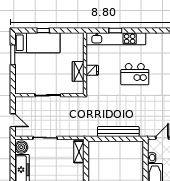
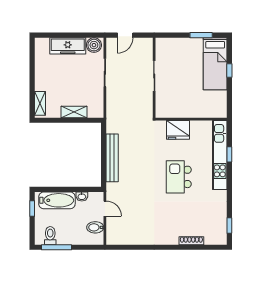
fridge: (92, 70) -> (178, 130), width x1.88, depth x1.34
wardrobe: (78, 71) -> (182, 111), removed
shelving: (79, 152) -> (74, 112), moved

